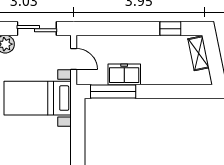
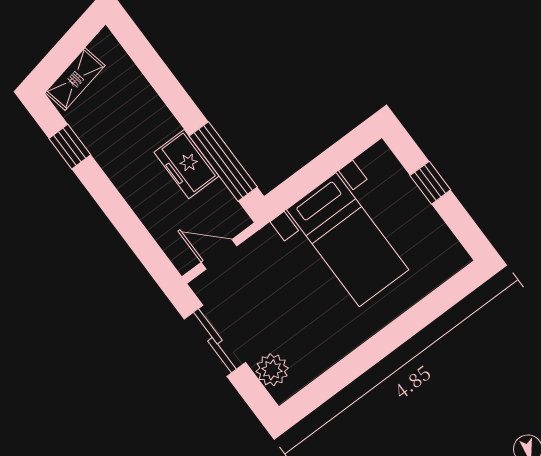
door: (74, 59) -> (219, 254), hinge flipped
bed with nightstands: (38, 98) -> (348, 240), moved

